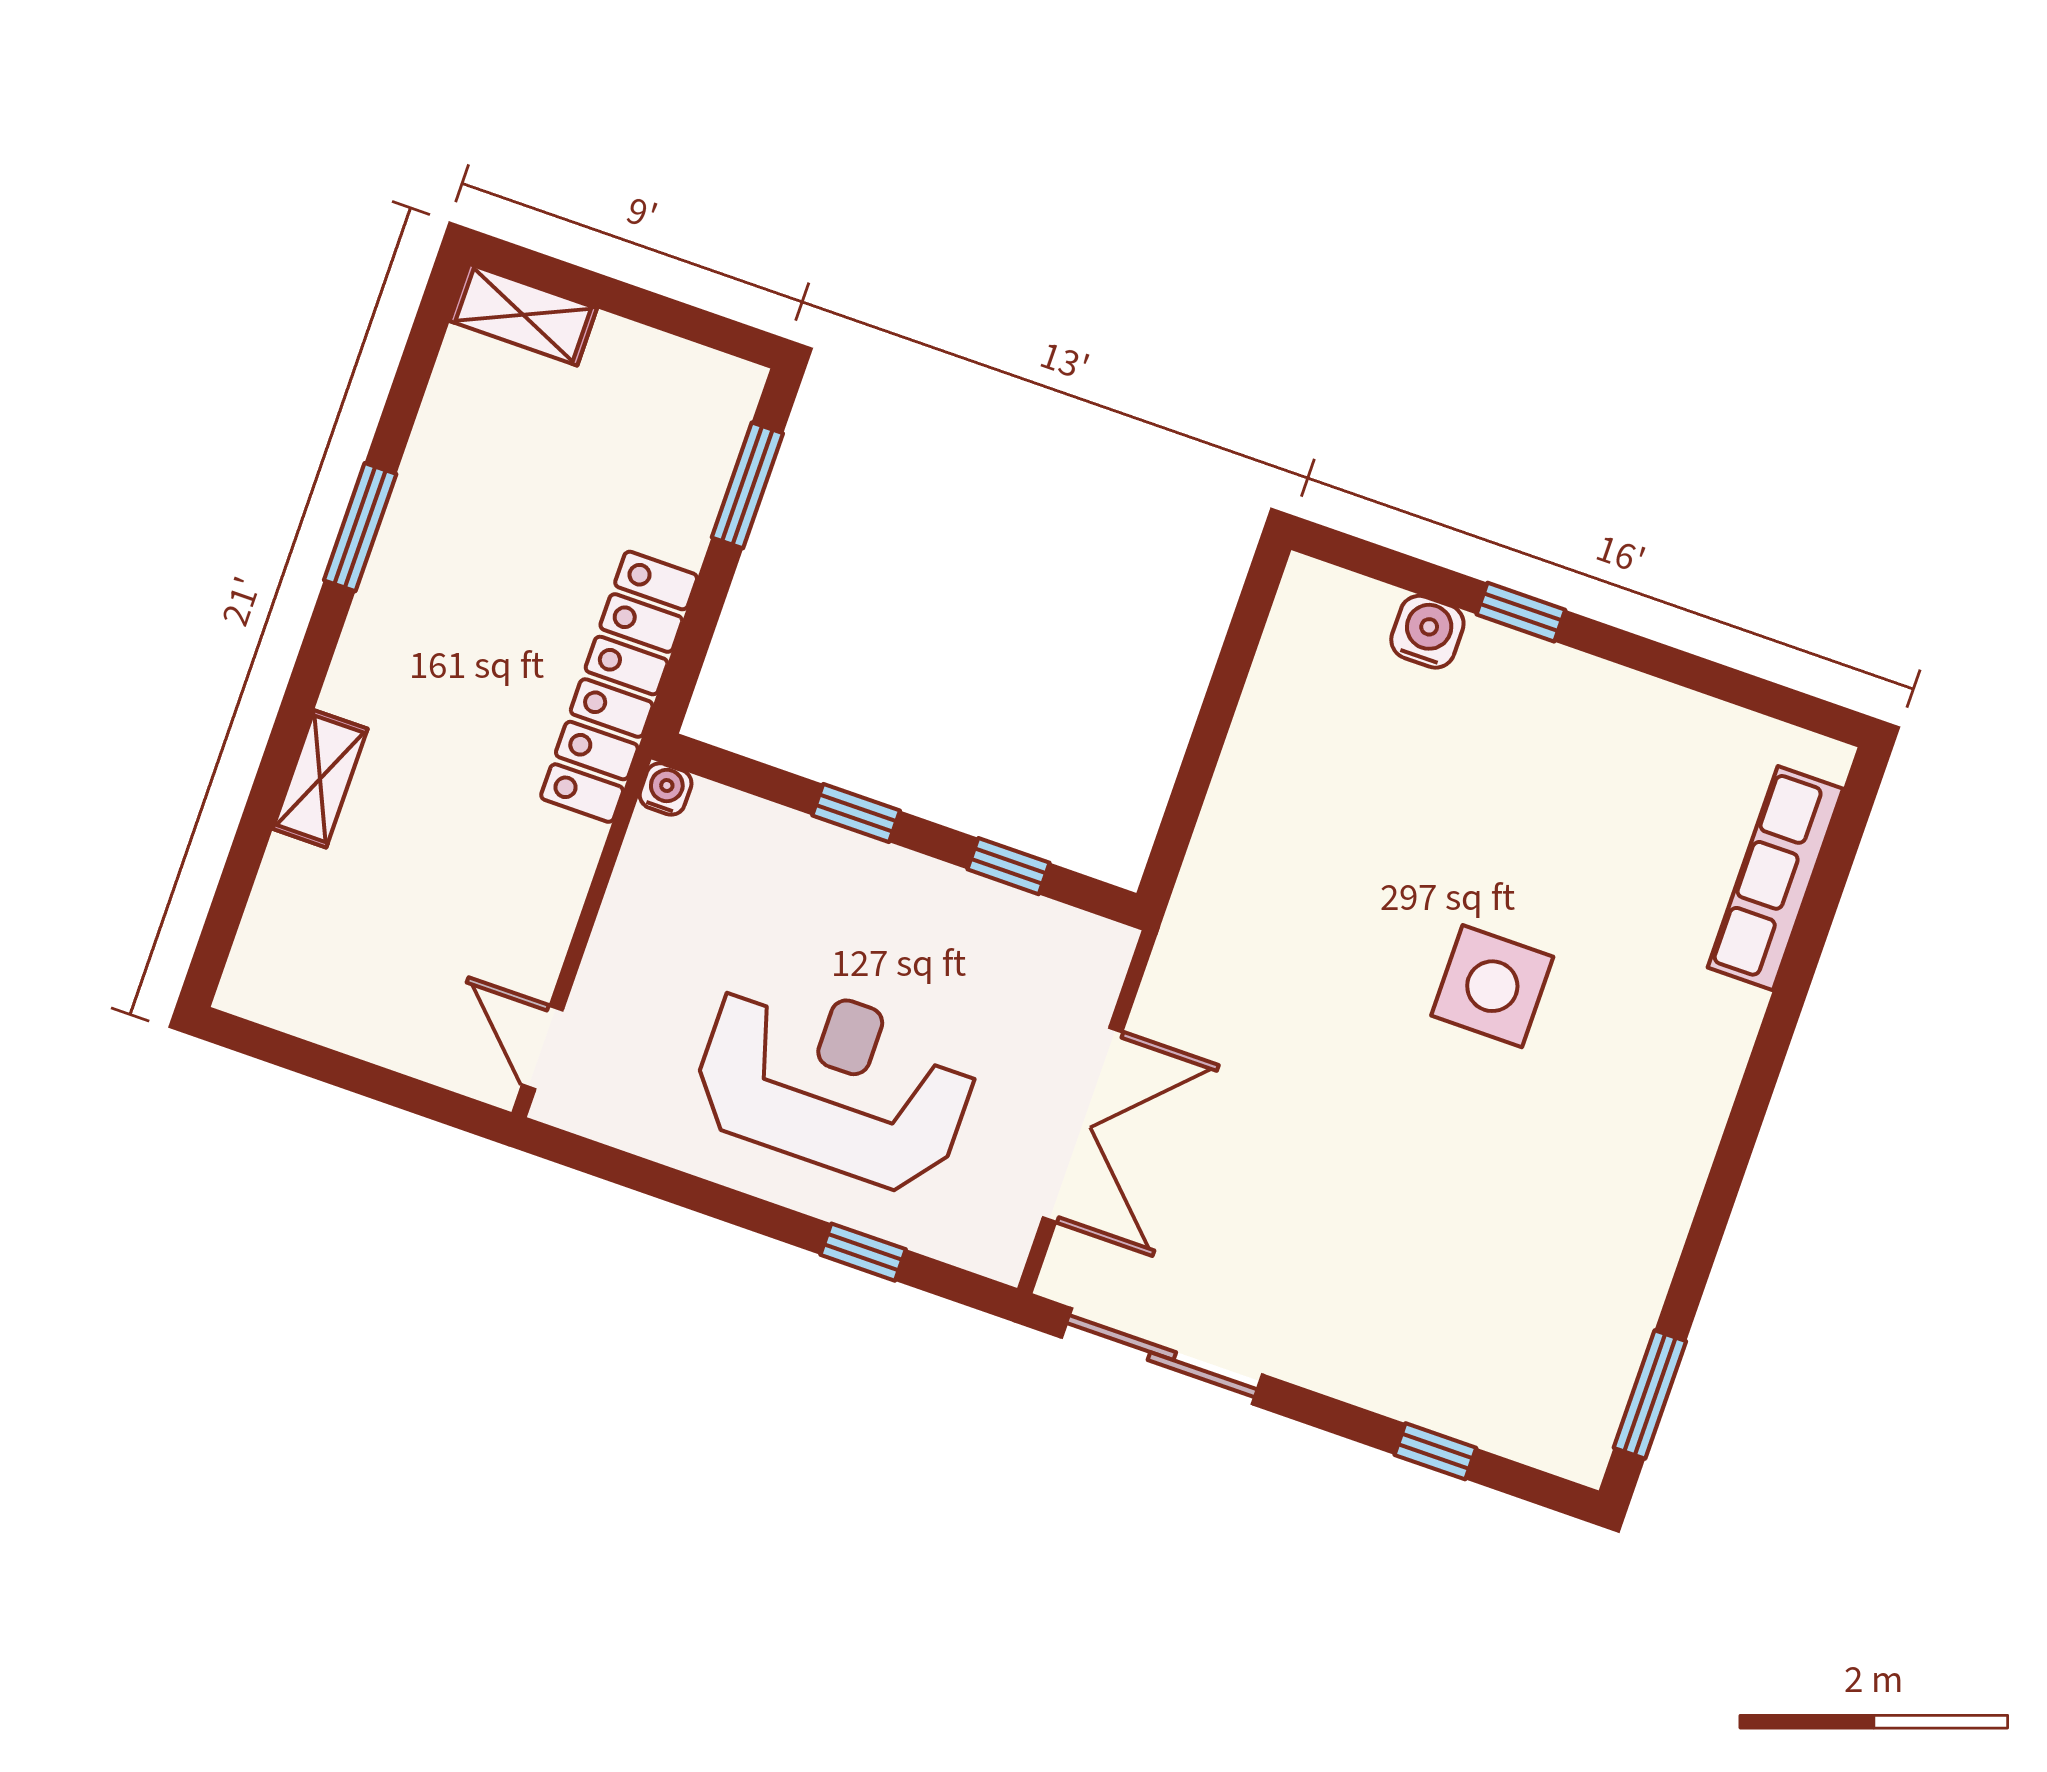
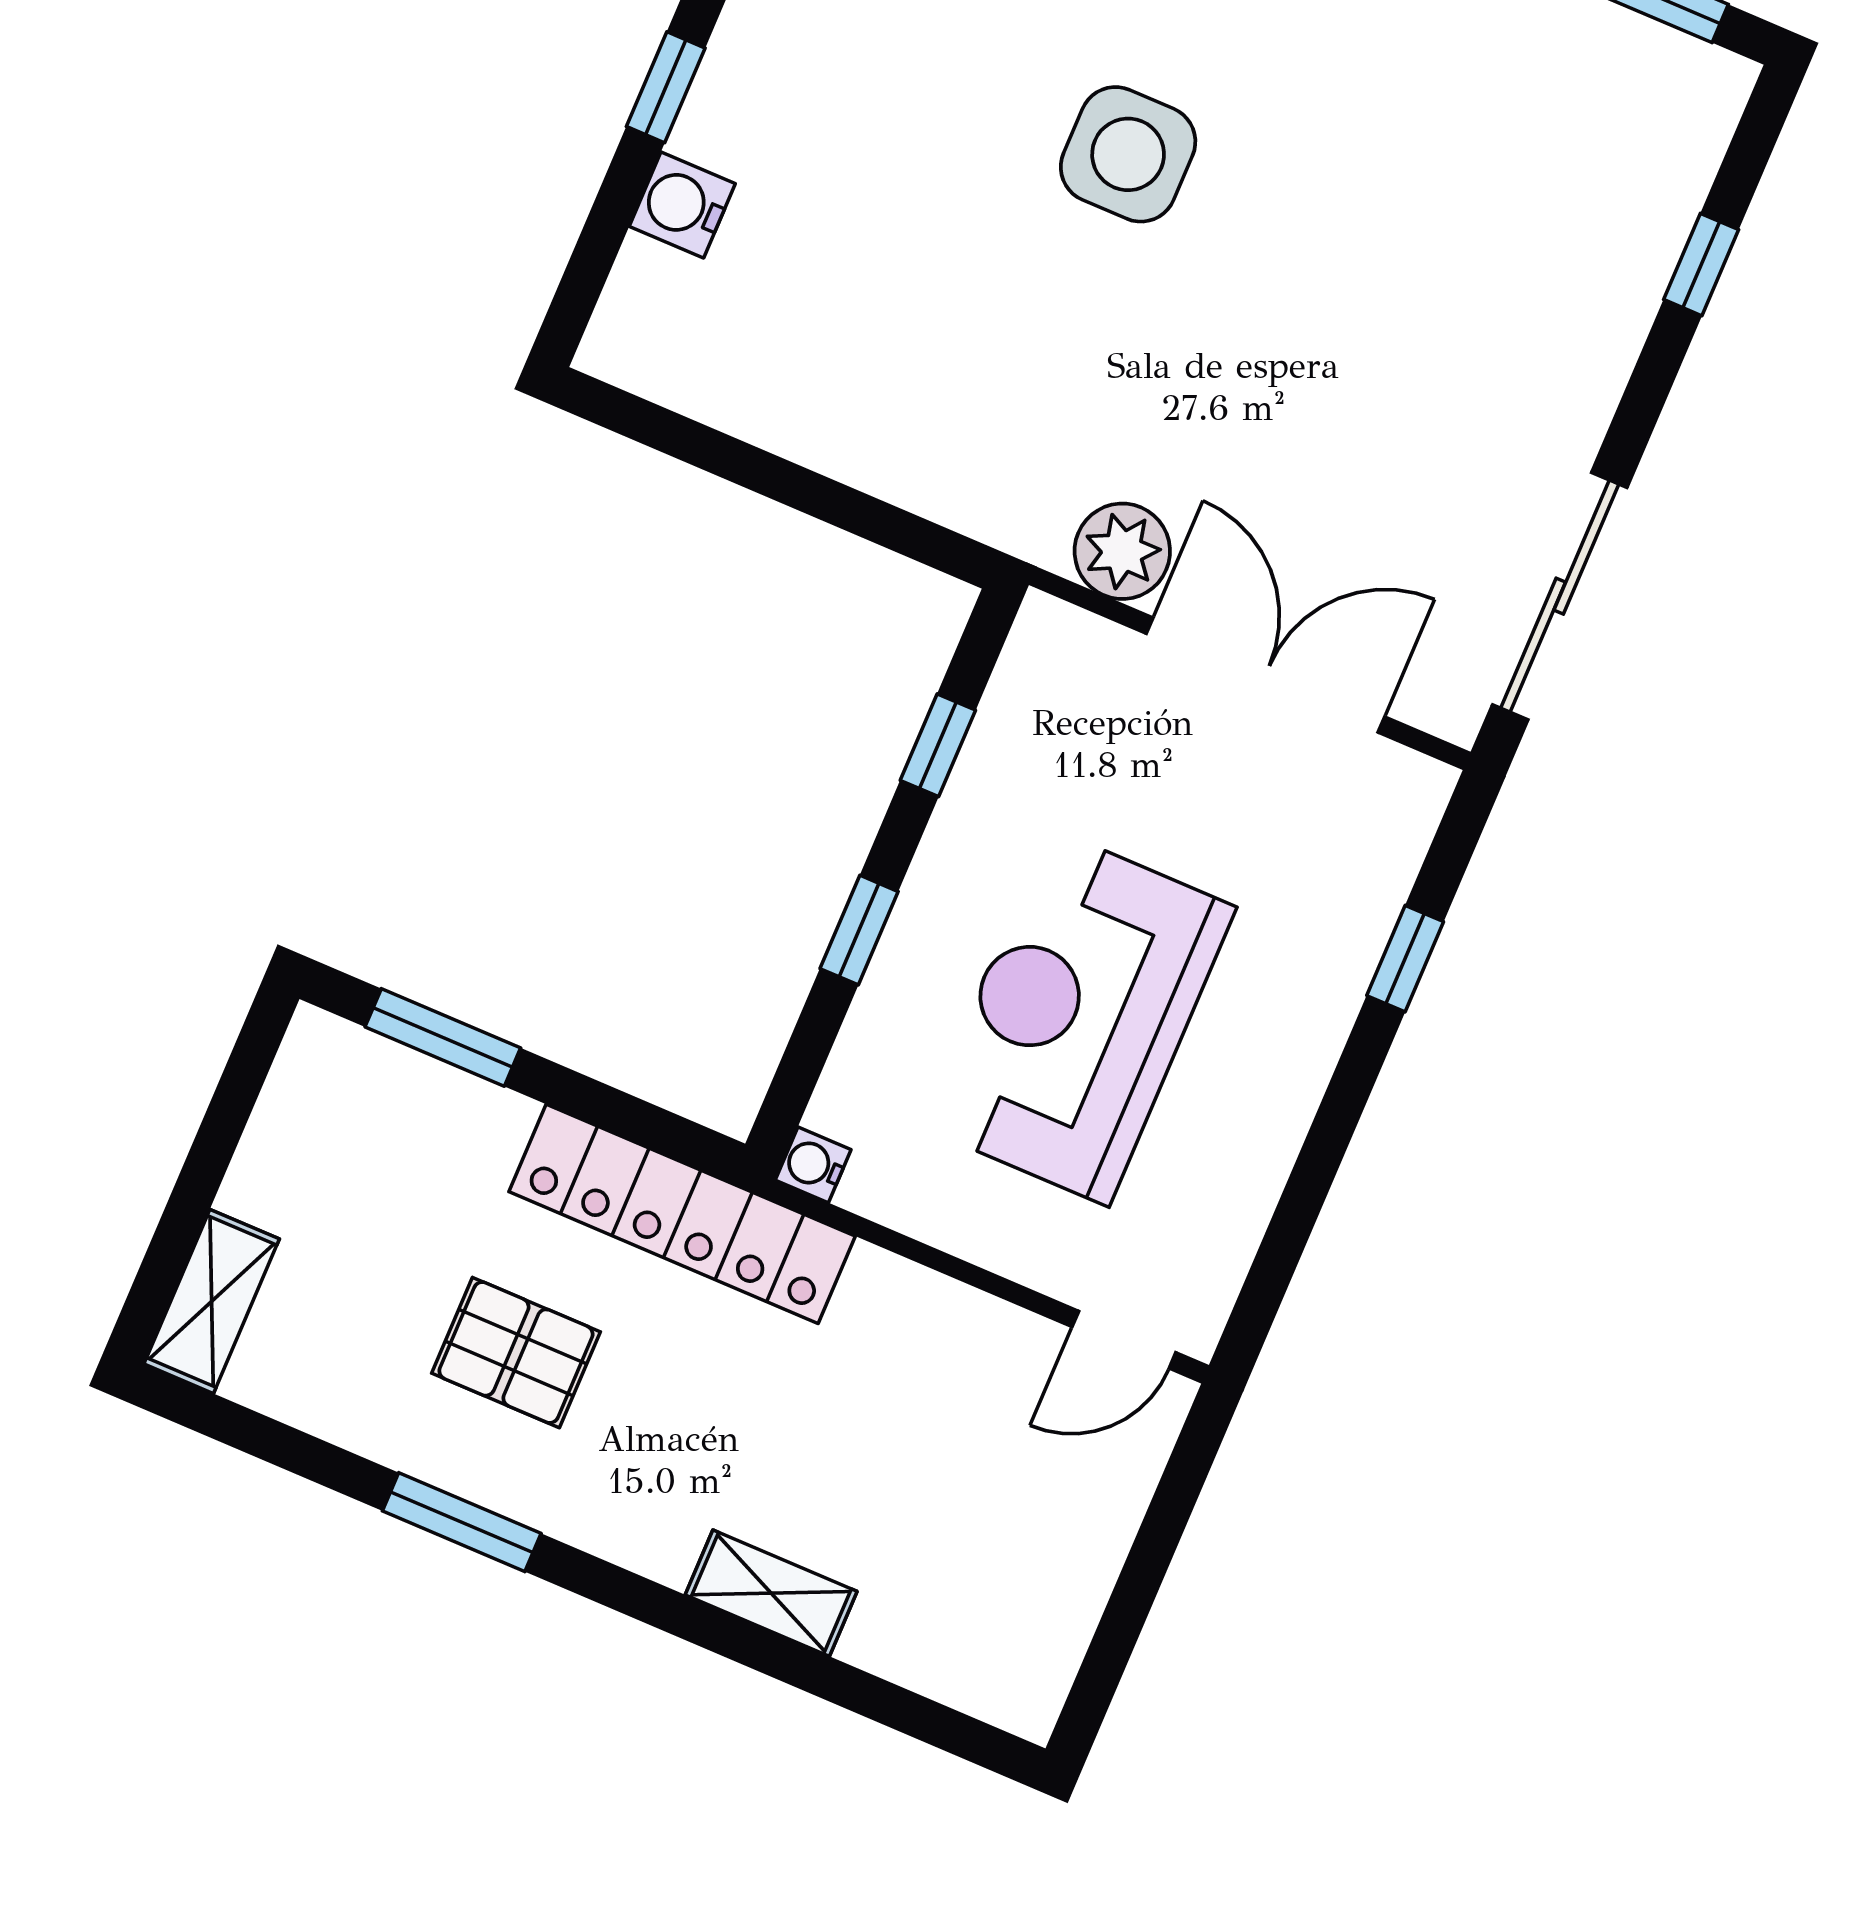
pallet: (499, 561) -> (516, 1353), added
plant: (1174, 1003) -> (1122, 551), added
reception desk: (835, 1082) -> (1079, 1017), moved

